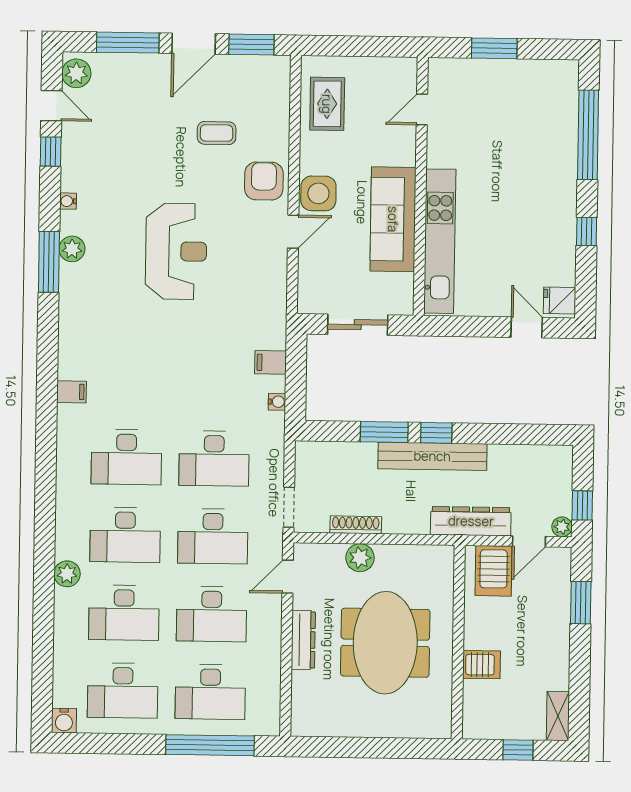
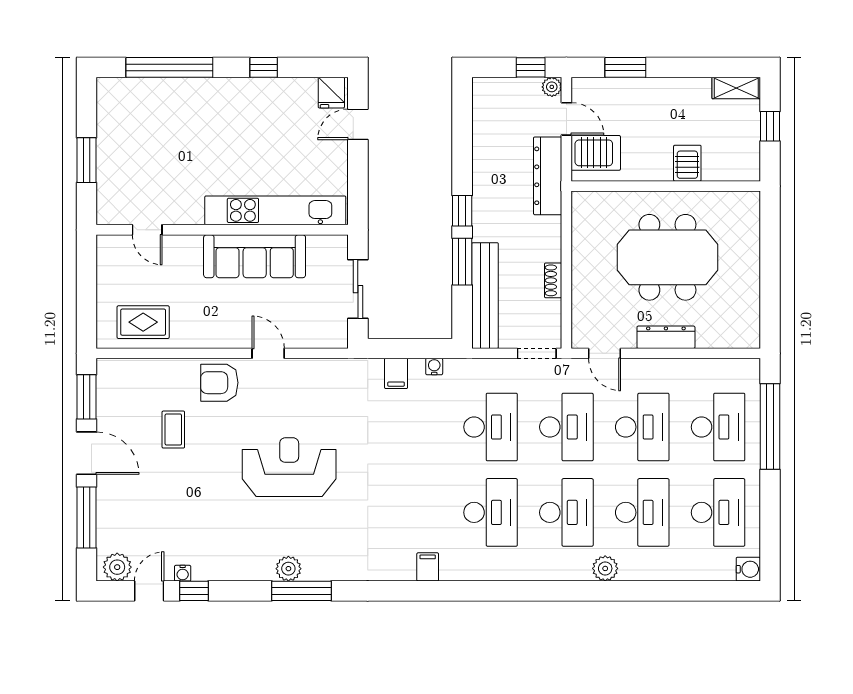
side table: (318, 193) -> (231, 329), removed
water cooler: (68, 201) -> (183, 573), moved
bench: (432, 456) -> (485, 296), moved
shoe rack: (356, 525) -> (553, 280), width x0.70
plant: (360, 558) -> (585, 283), removed

